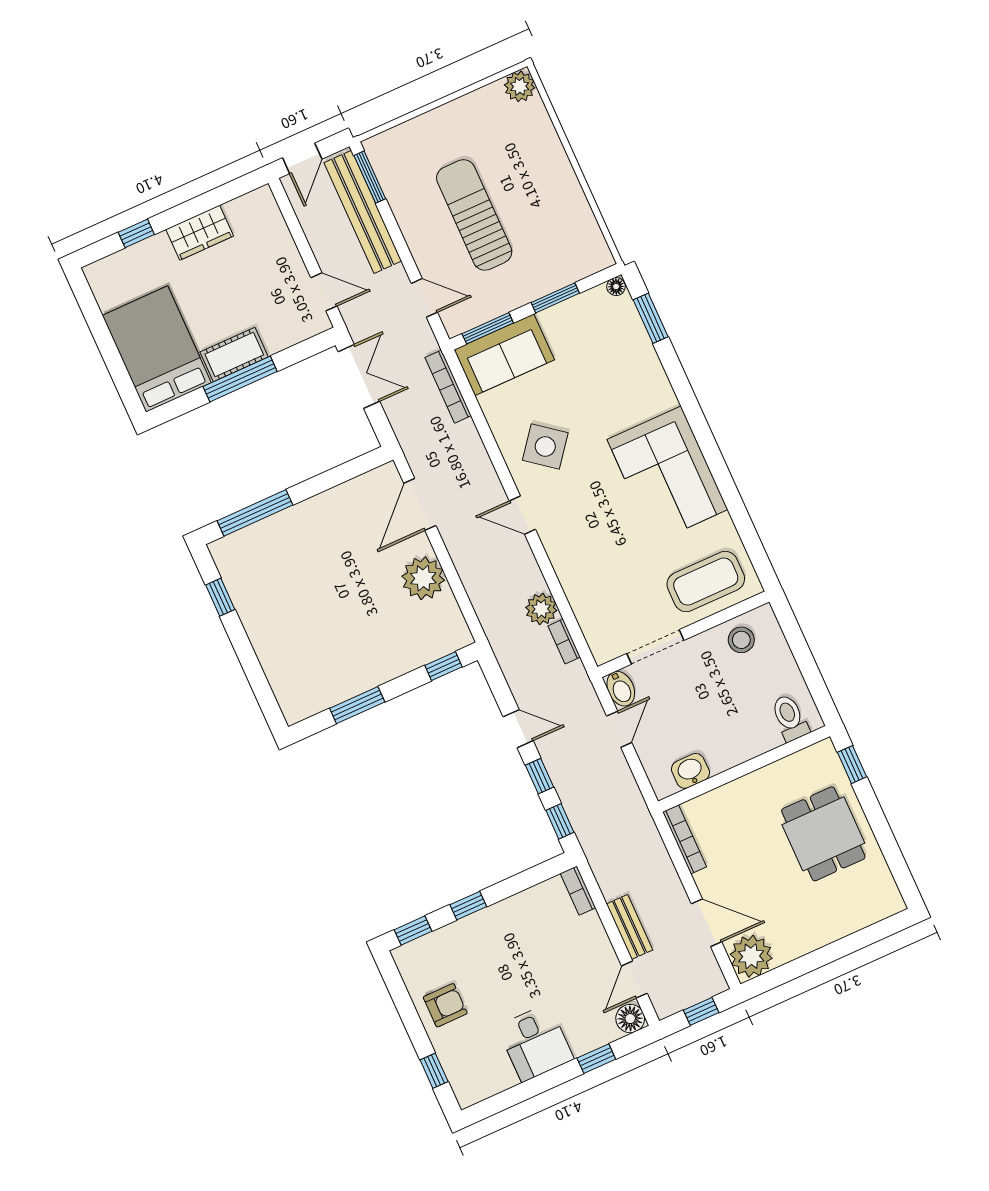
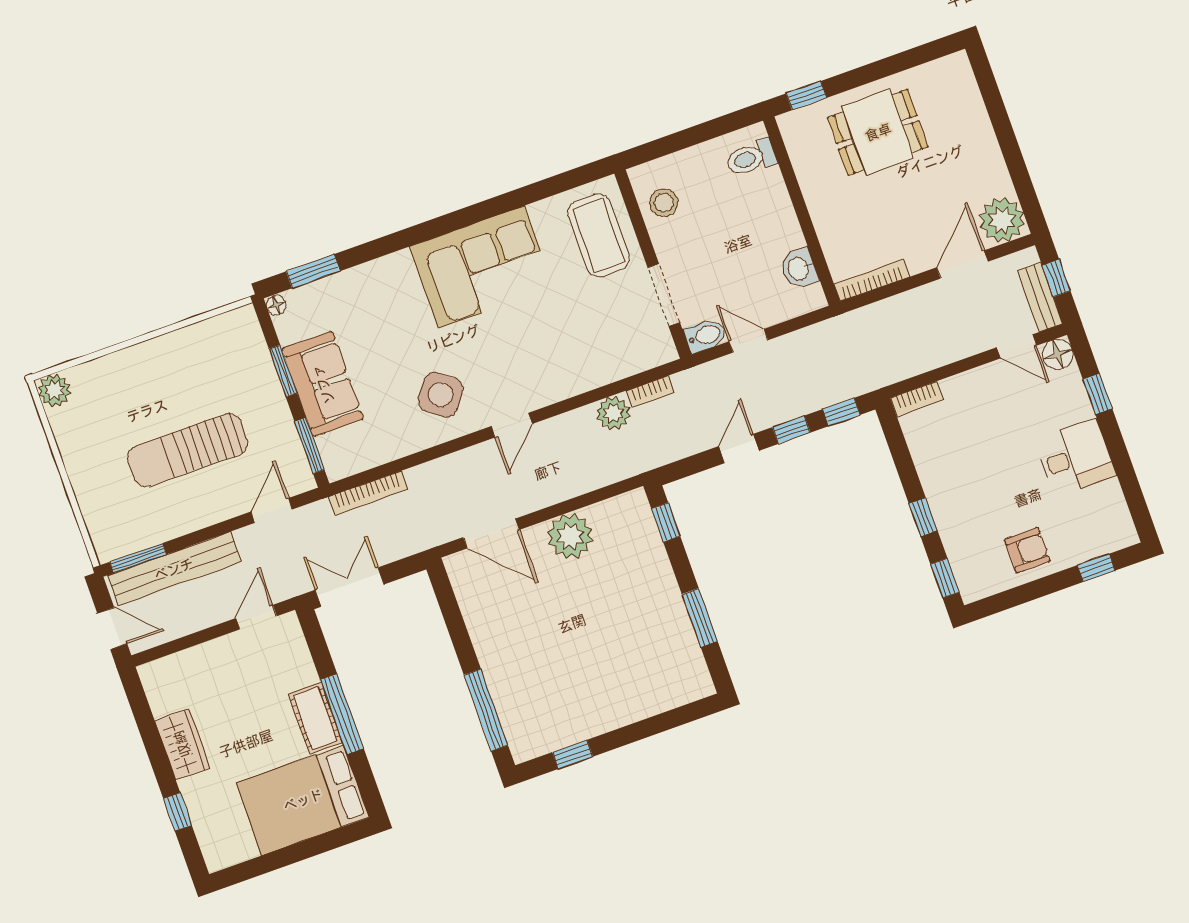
sofa: (504, 355) -> (323, 384), moved
bench: (630, 927) -> (1040, 297), moved, turned 90
armchair: (445, 1005) -> (1027, 550), turned 90

